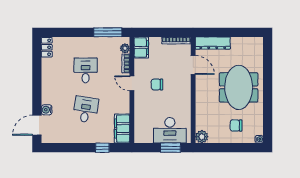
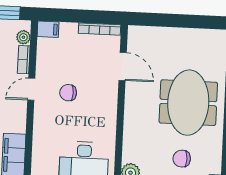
dresser: (213, 43) -> (153, 35), removed
filing cabinet: (141, 47) -> (48, 29), width x0.50
door: (132, 83) -> (31, 89), hinge flipped

